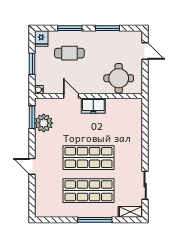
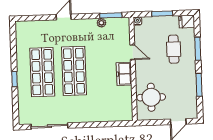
door: (71, 96) -> (133, 52), hinge flipped
plant: (44, 123) -> (101, 23), width x0.53, depth x0.53
sliding door: (145, 185) -> (49, 126), width x1.37
shelving: (130, 212) -> (23, 113), removed
window: (95, 220) -> (14, 79), width x0.46

